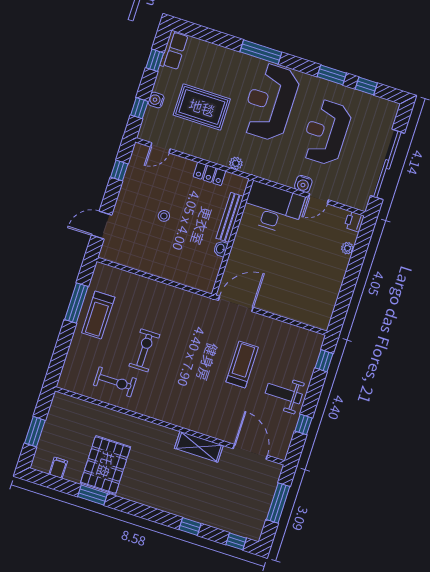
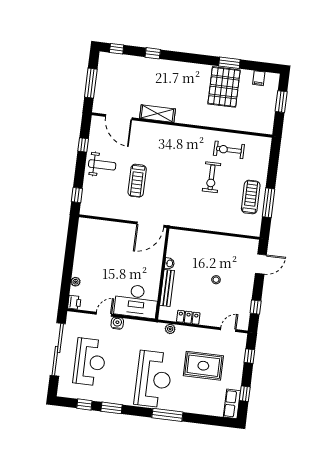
water cooler: (156, 100) -> (238, 364), removed
reception desk: (326, 132) -> (90, 362), moved

